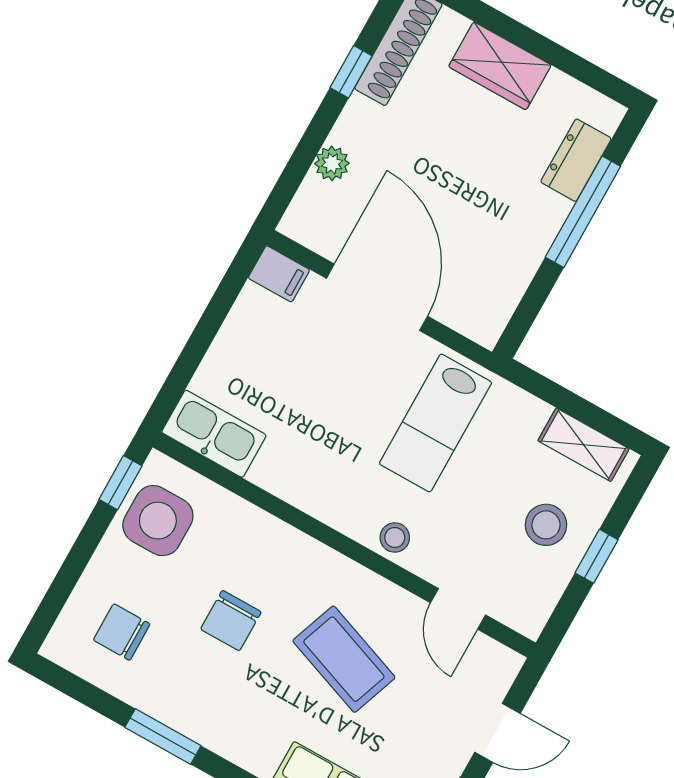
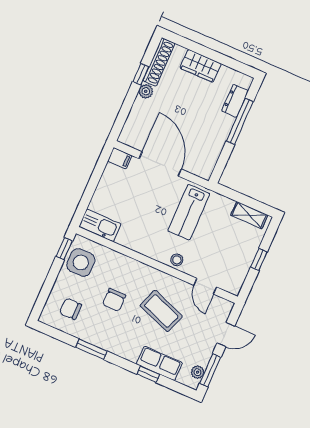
plant: (332, 163) -> (146, 91), moved
stool: (546, 525) -> (237, 249), removed

